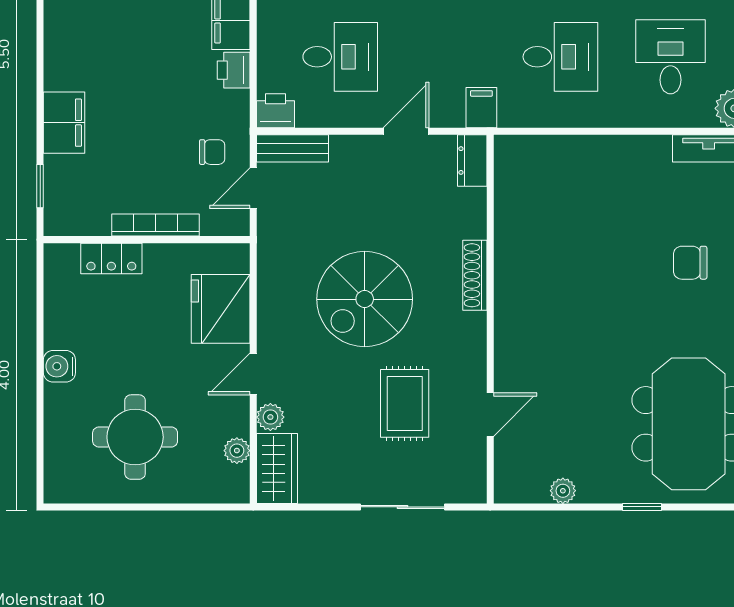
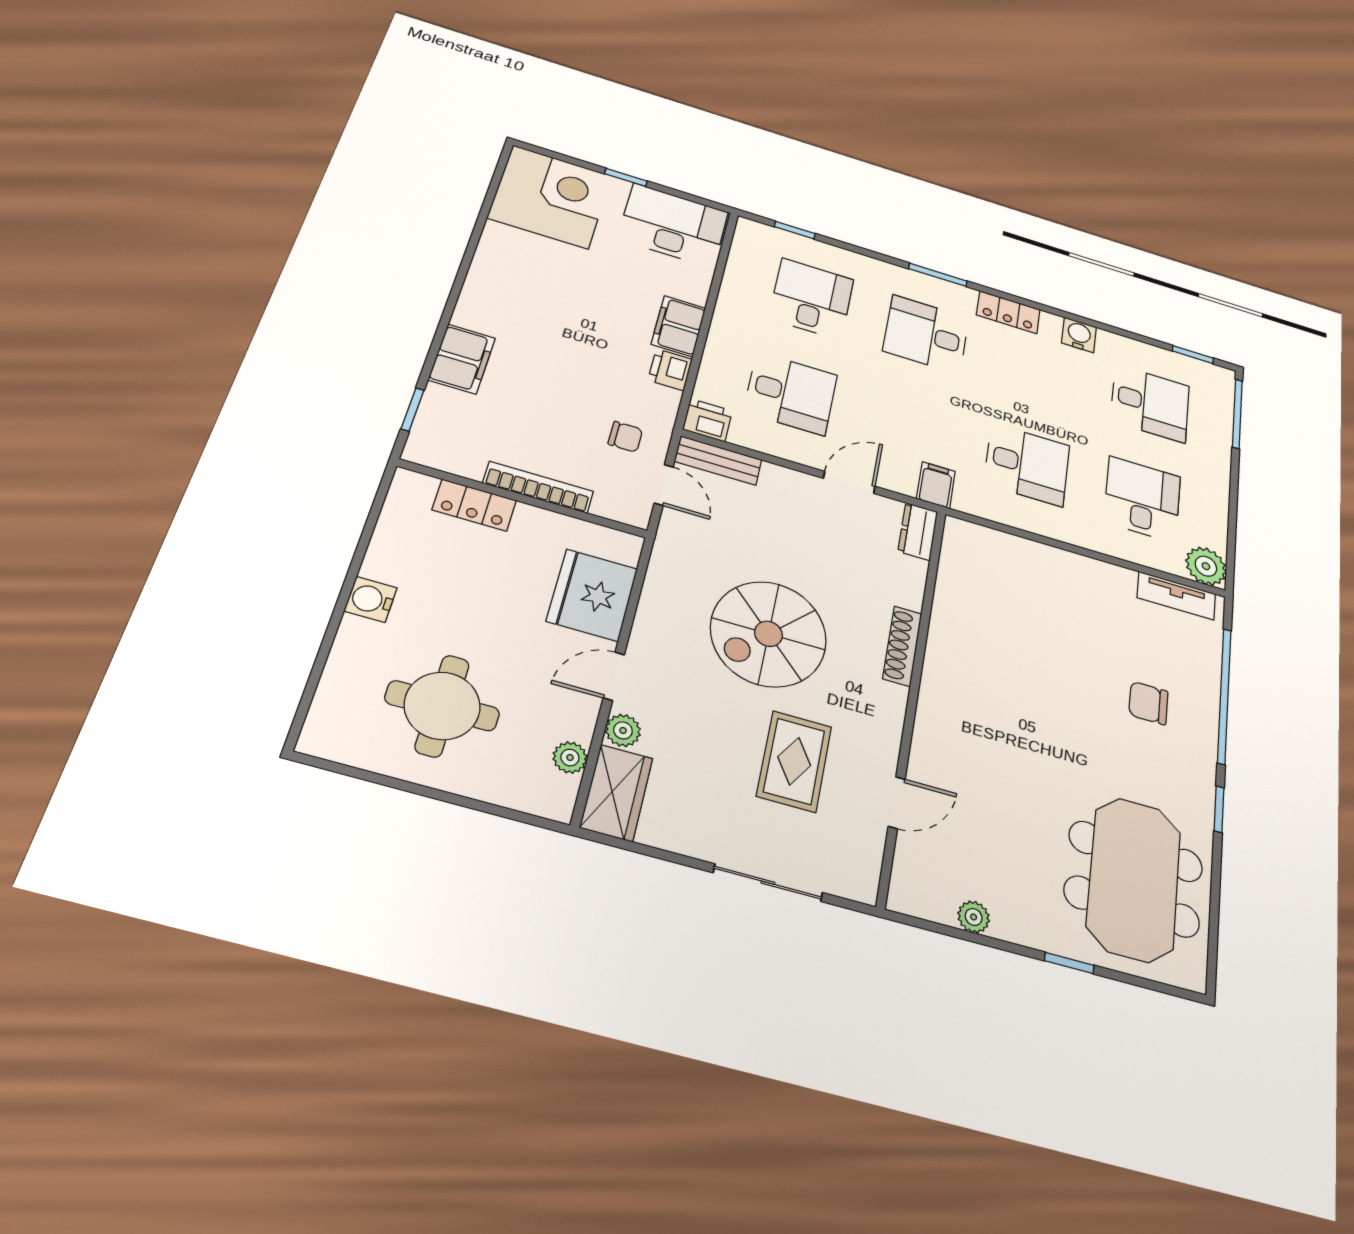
door: (253, 188) -> (664, 485), swing flipped

